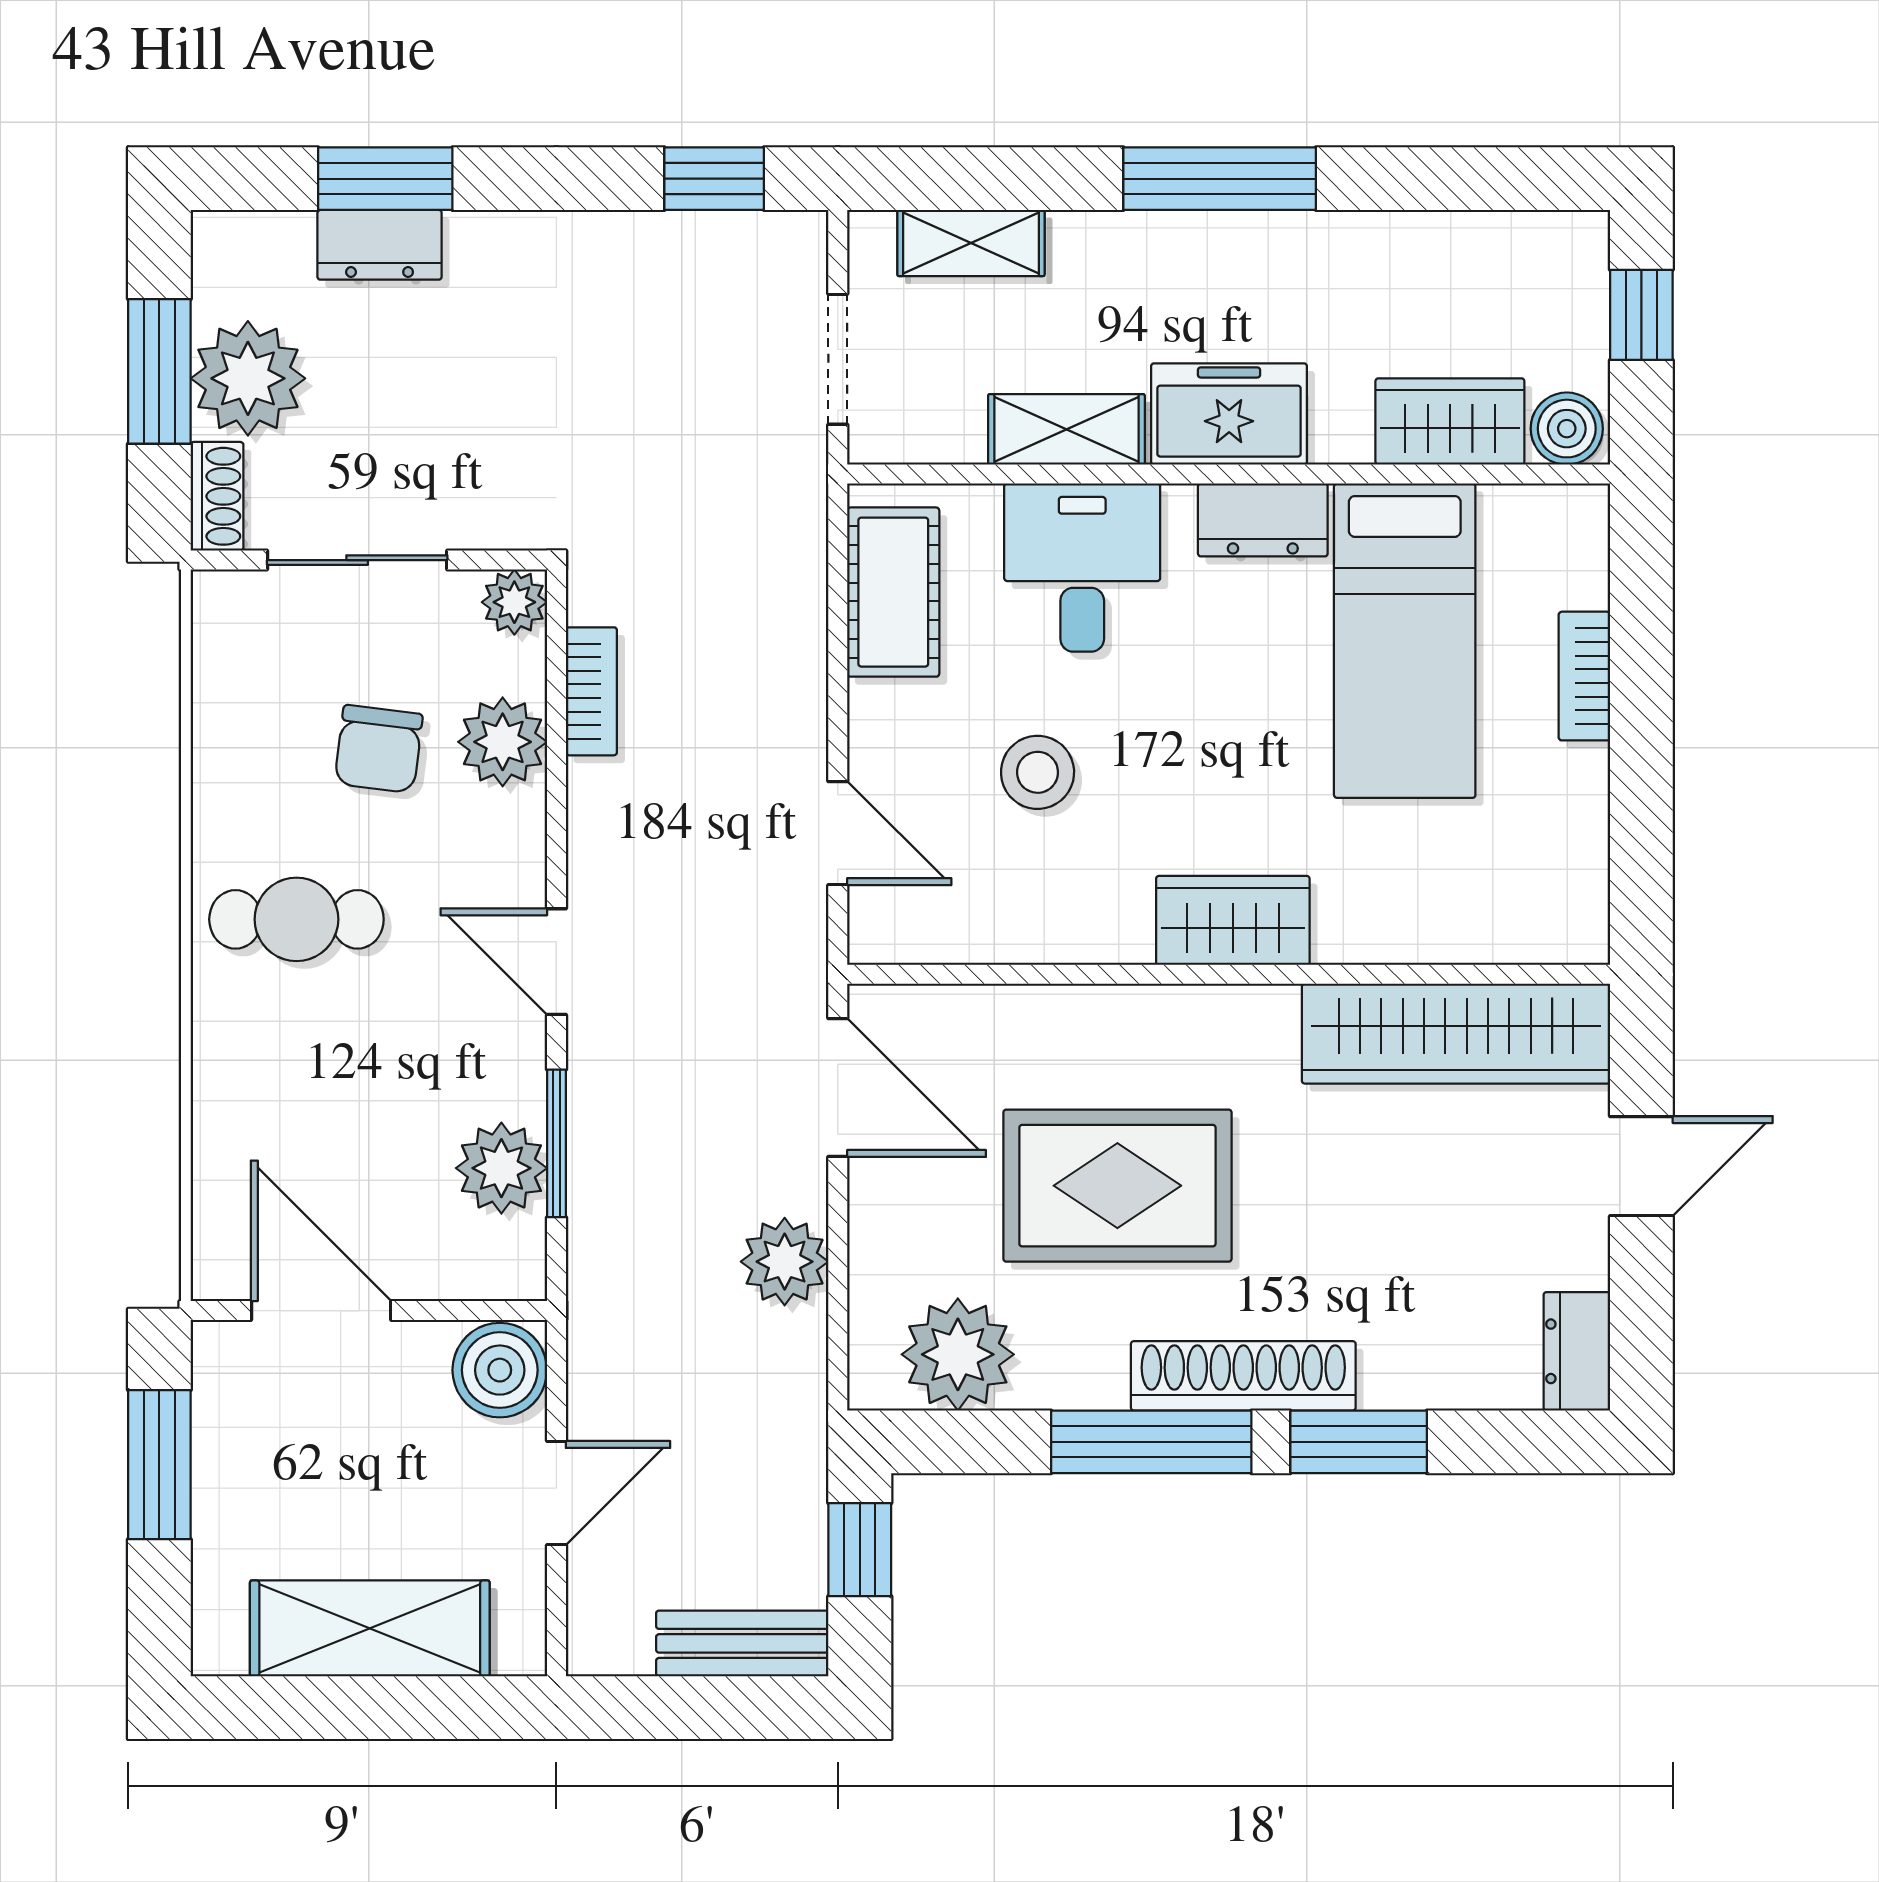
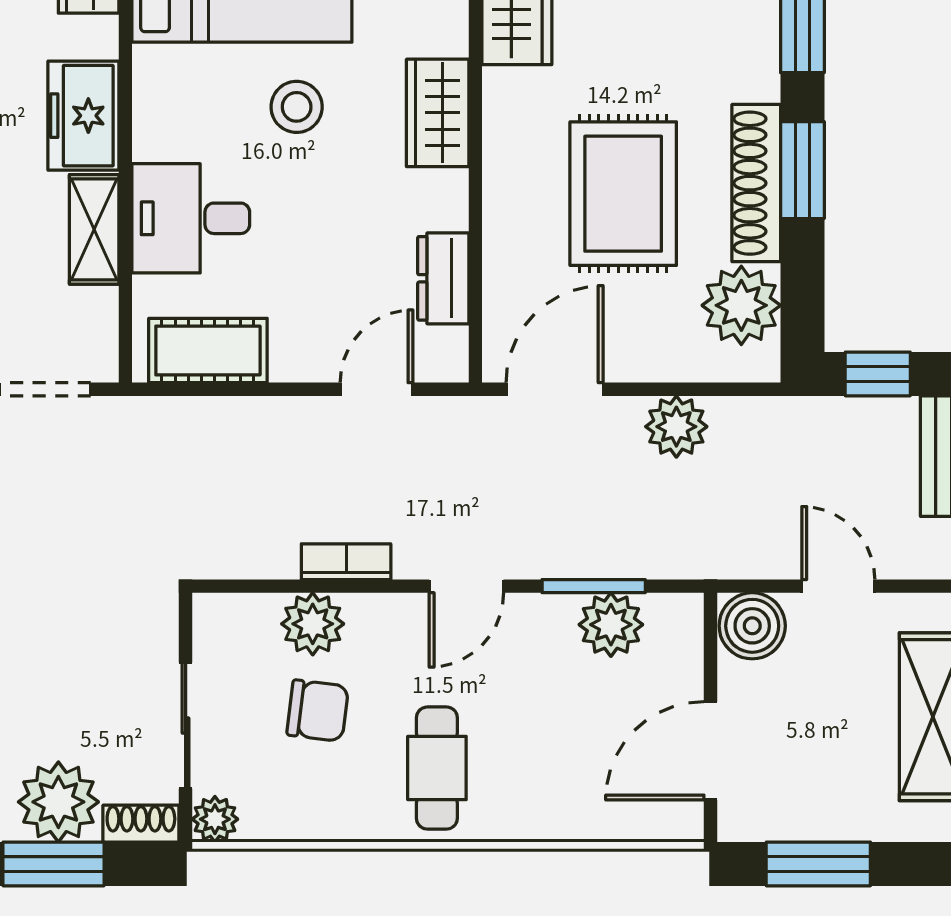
dresser: (1263, 520) -> (443, 278), moved, turned 180
plant: (514, 602) -> (215, 819), moved
bookcase: (591, 691) -> (346, 562), moved
stool: (1038, 772) -> (297, 107), moved
shoe rack: (1243, 1376) -> (756, 183), moved
window: (1151, 1442) -> (802, 170), width x0.69

